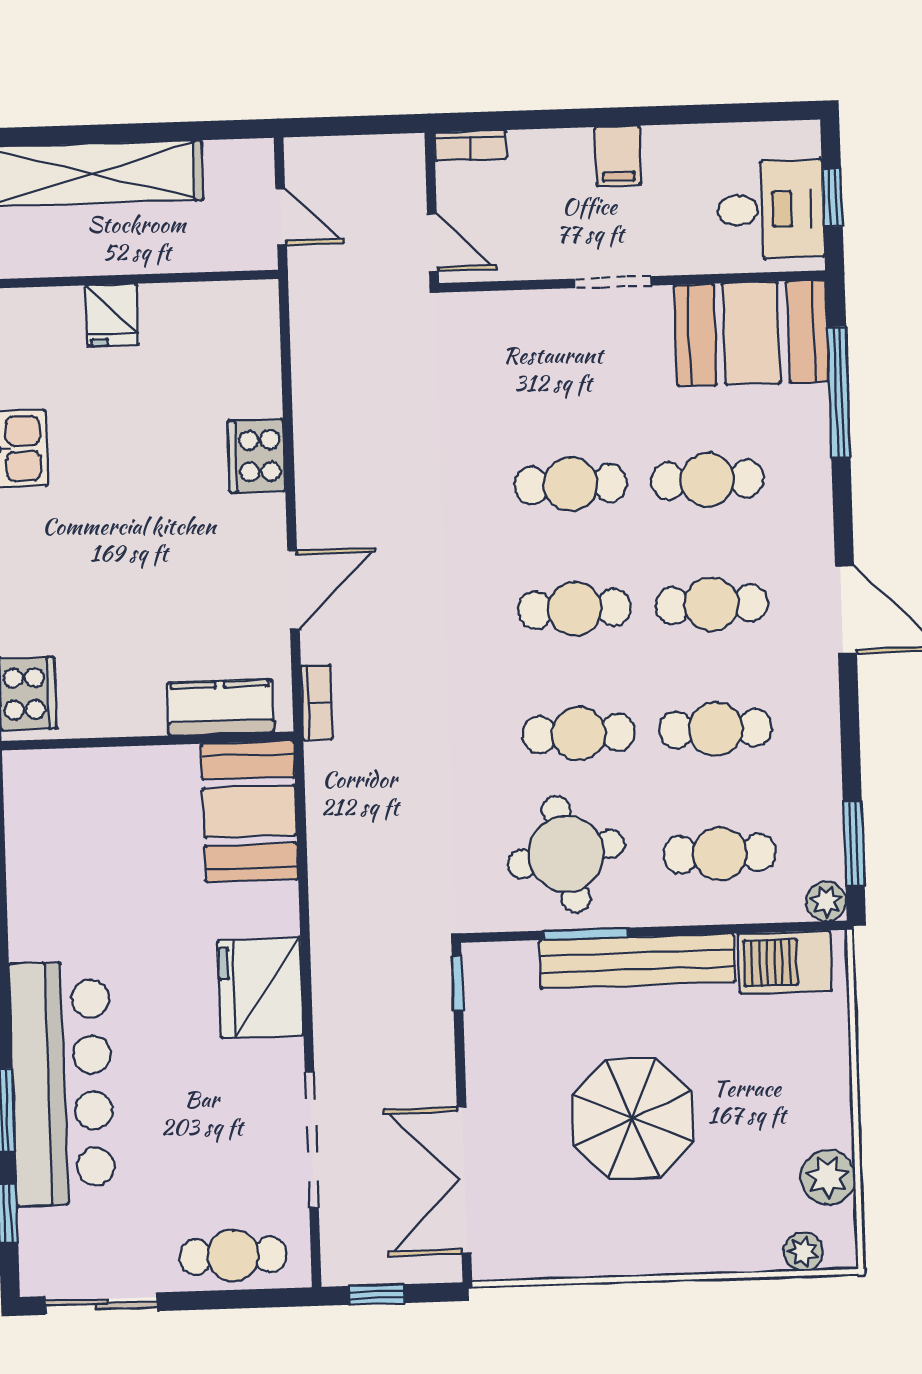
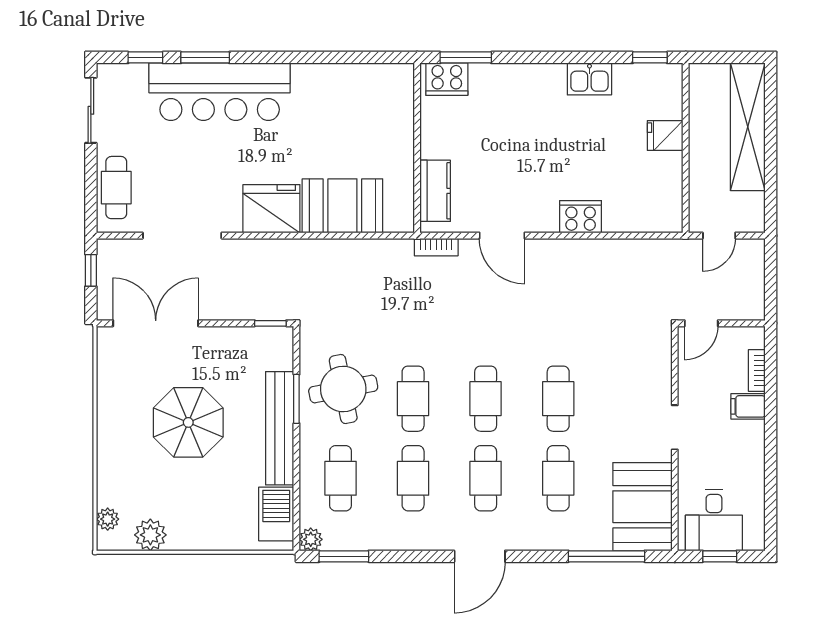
bookcase: (470, 146) -> (757, 370), moved
filing cabinet: (618, 156) -> (748, 406), moved
booth: (250, 811) -> (342, 206), moved

